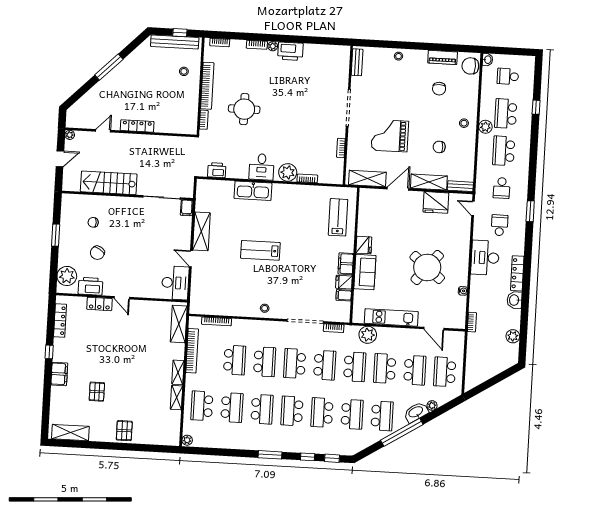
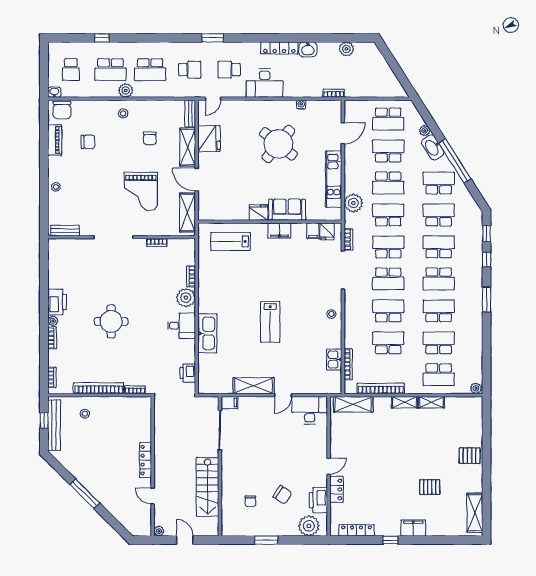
round table: (244, 109) -> (111, 321), moved
fridge: (344, 282) -> (327, 231), moved
kitchen sink: (222, 308) -> (334, 360), added
school desk: (322, 413) -> (439, 247), turned 180

